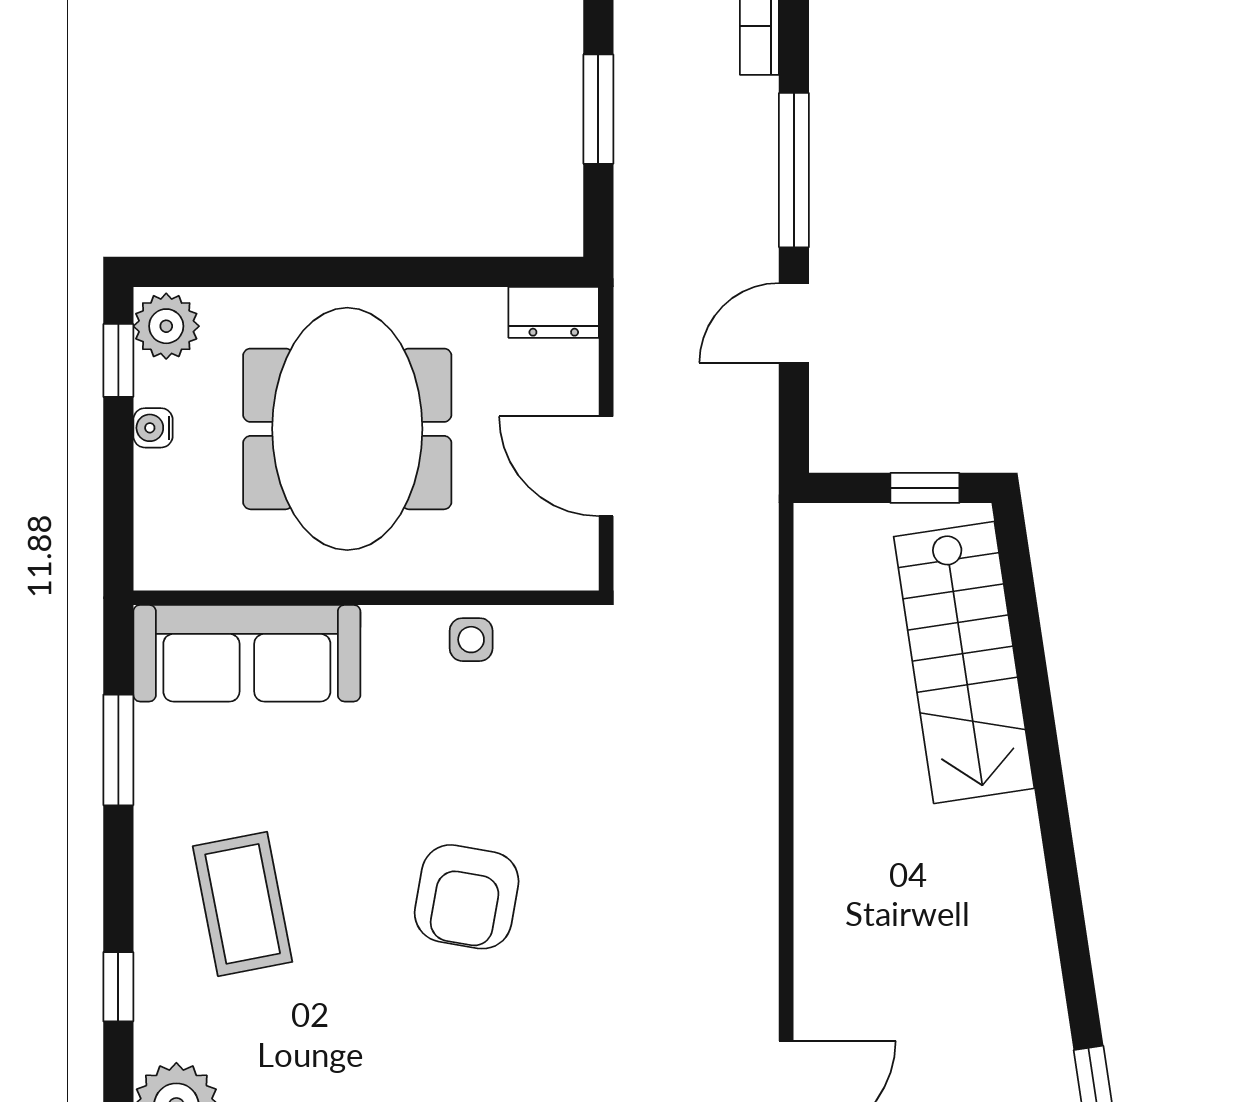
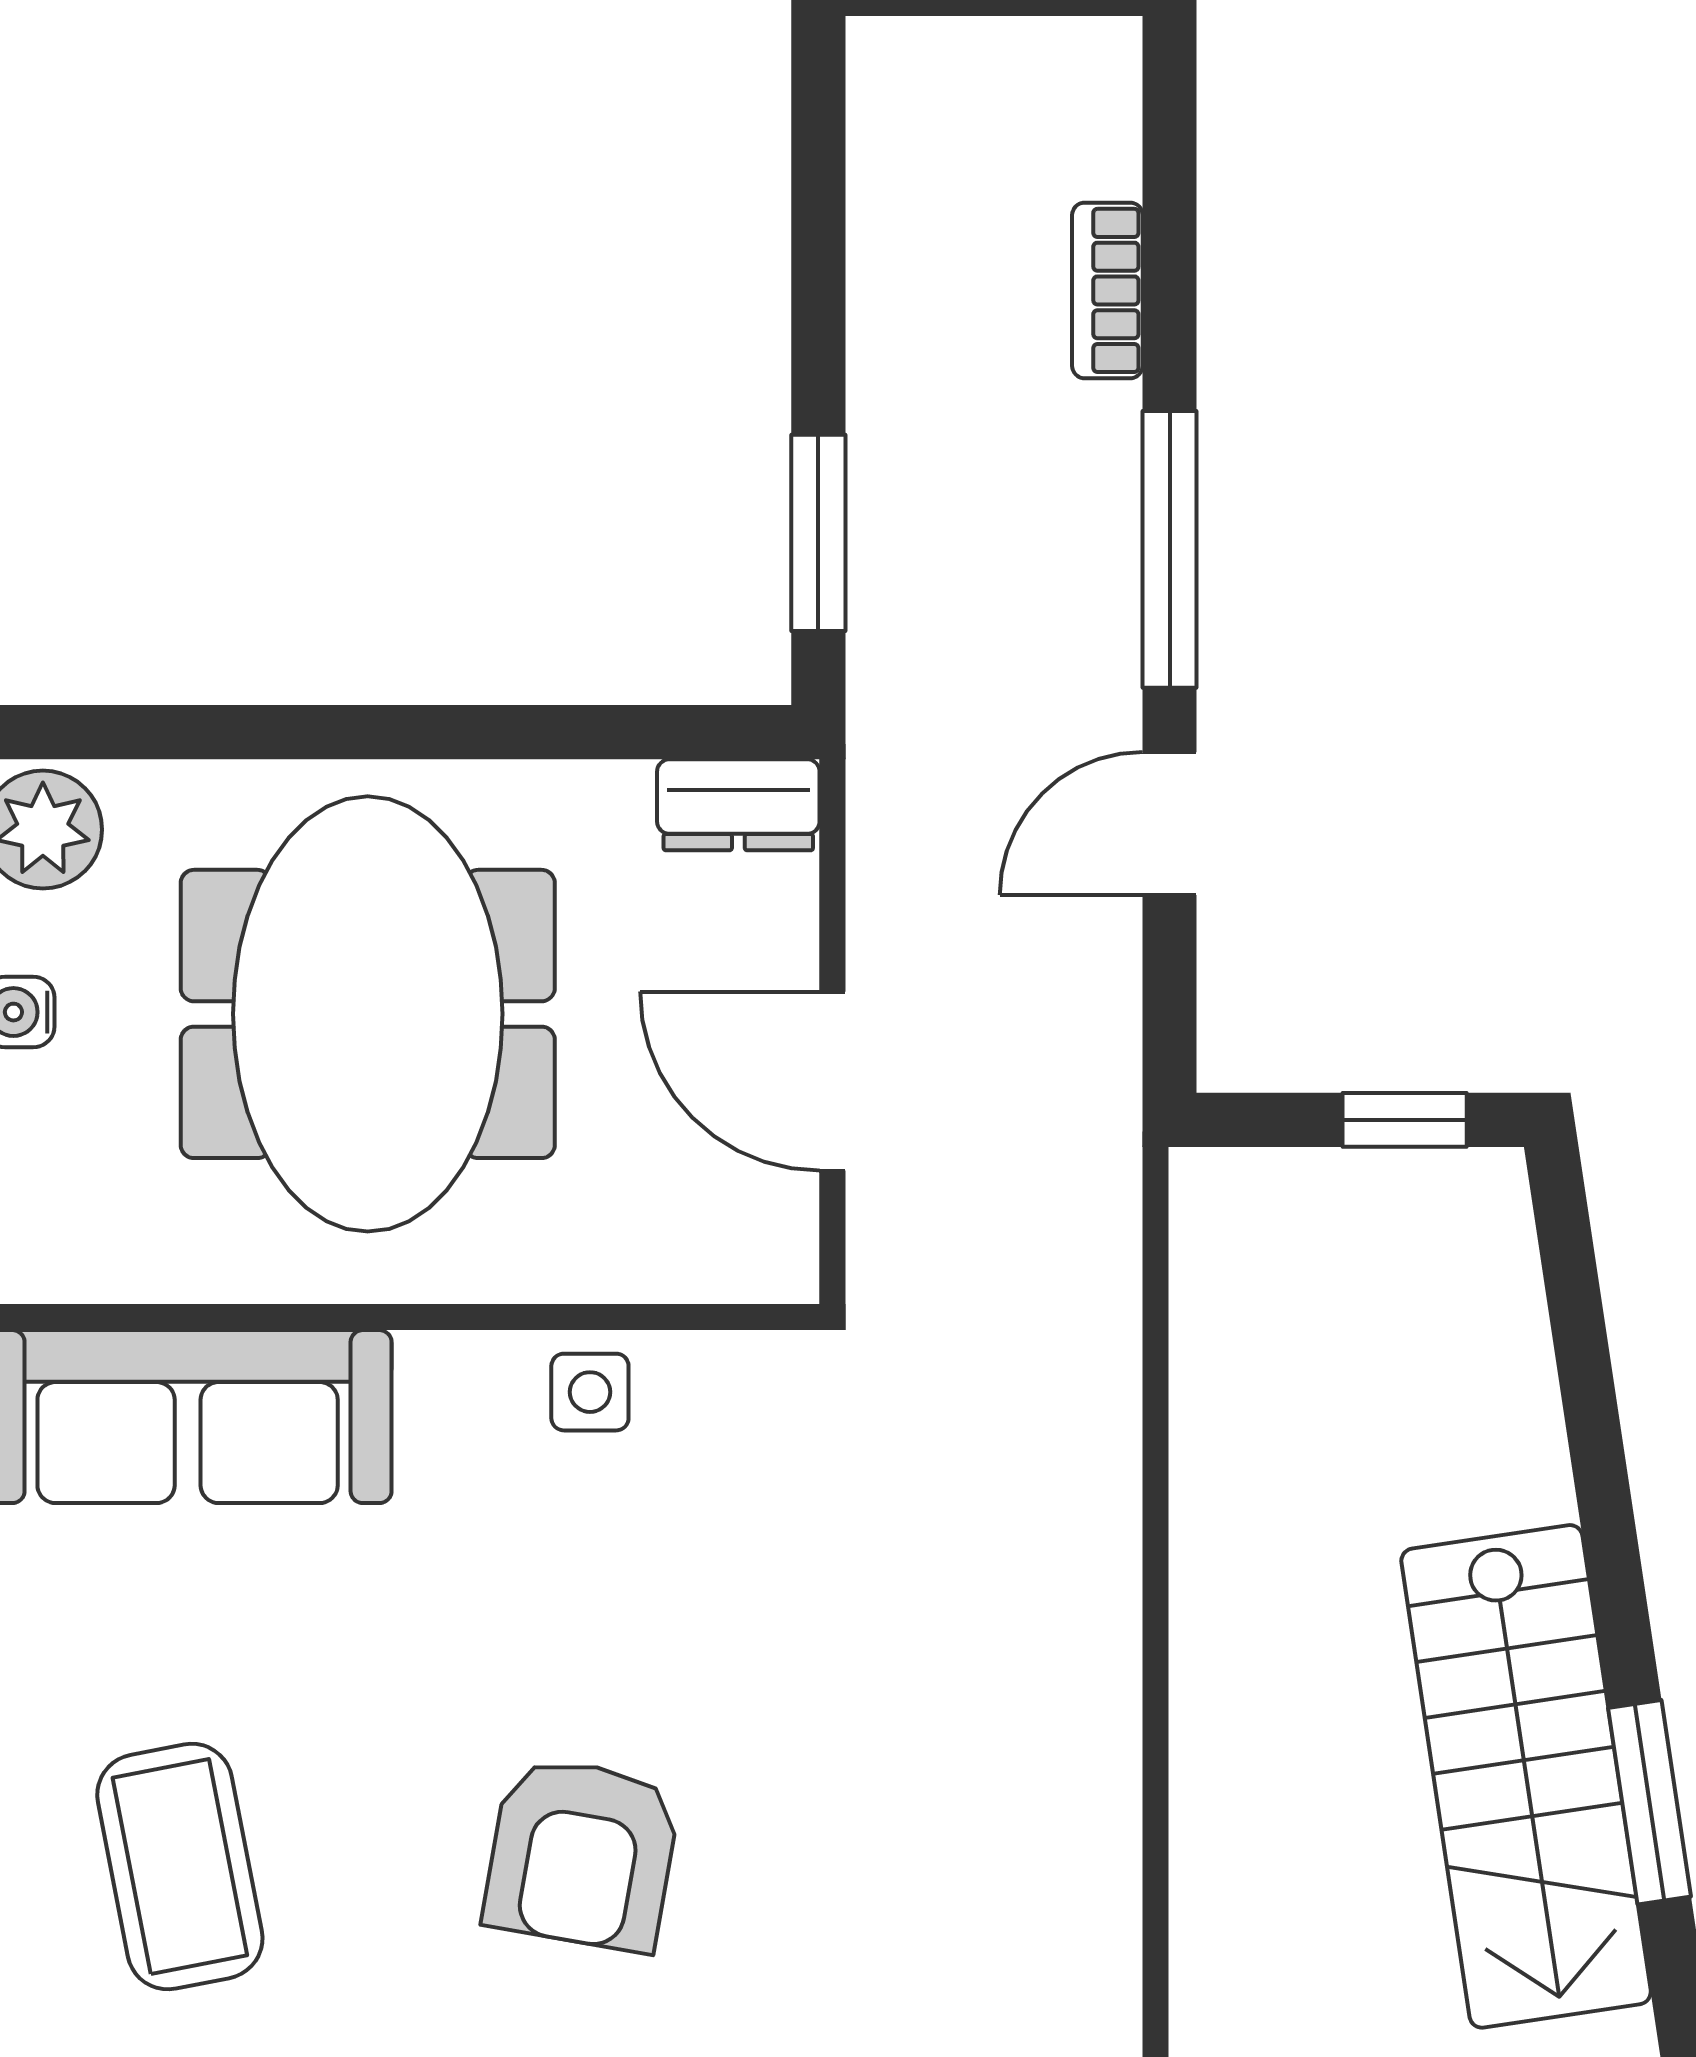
window: (598, 109) -> (818, 533), moved
stairs: (964, 663) -> (1526, 1776), moved
window: (1061, 868) -> (1650, 1802), added

